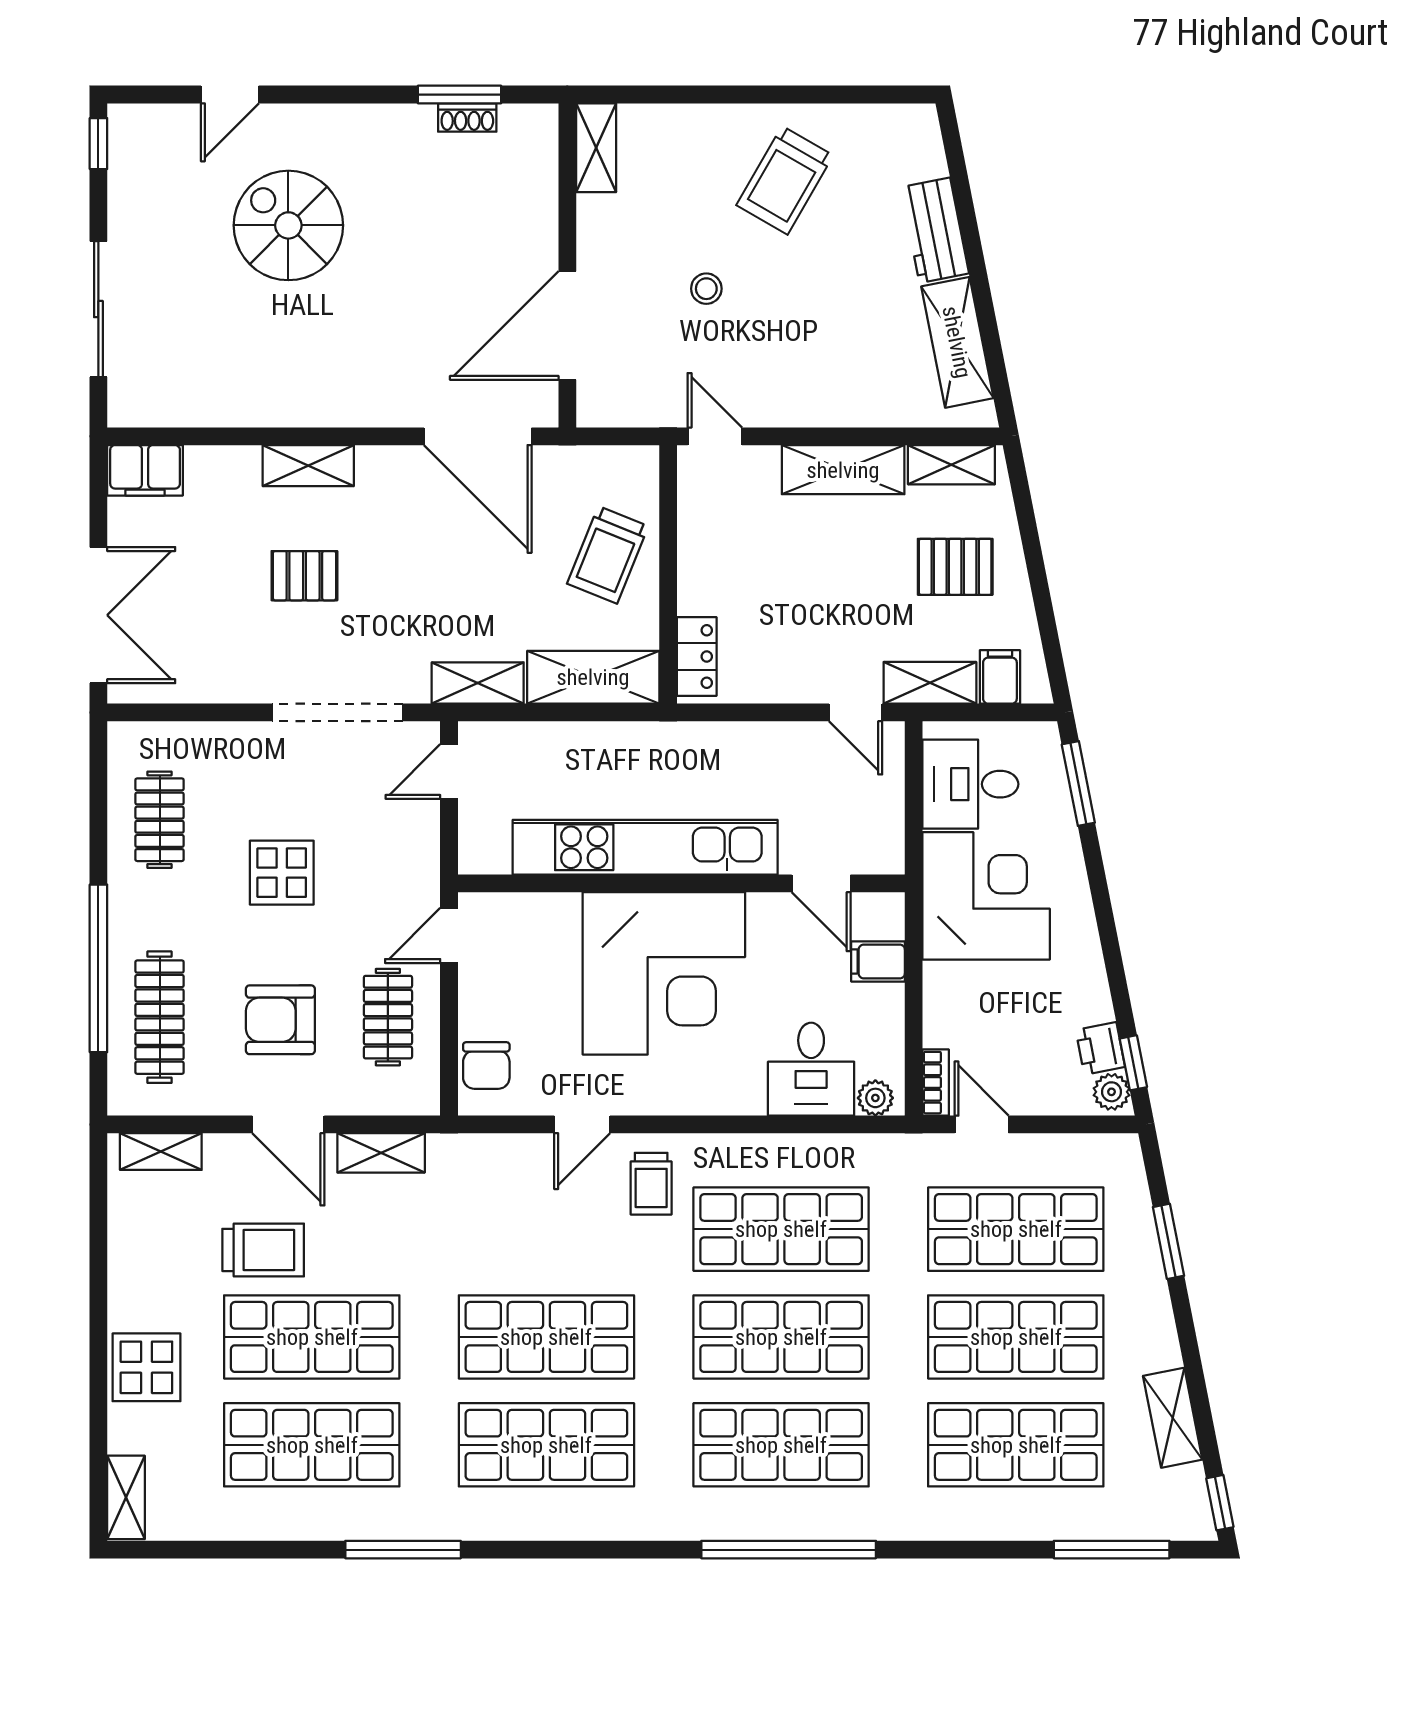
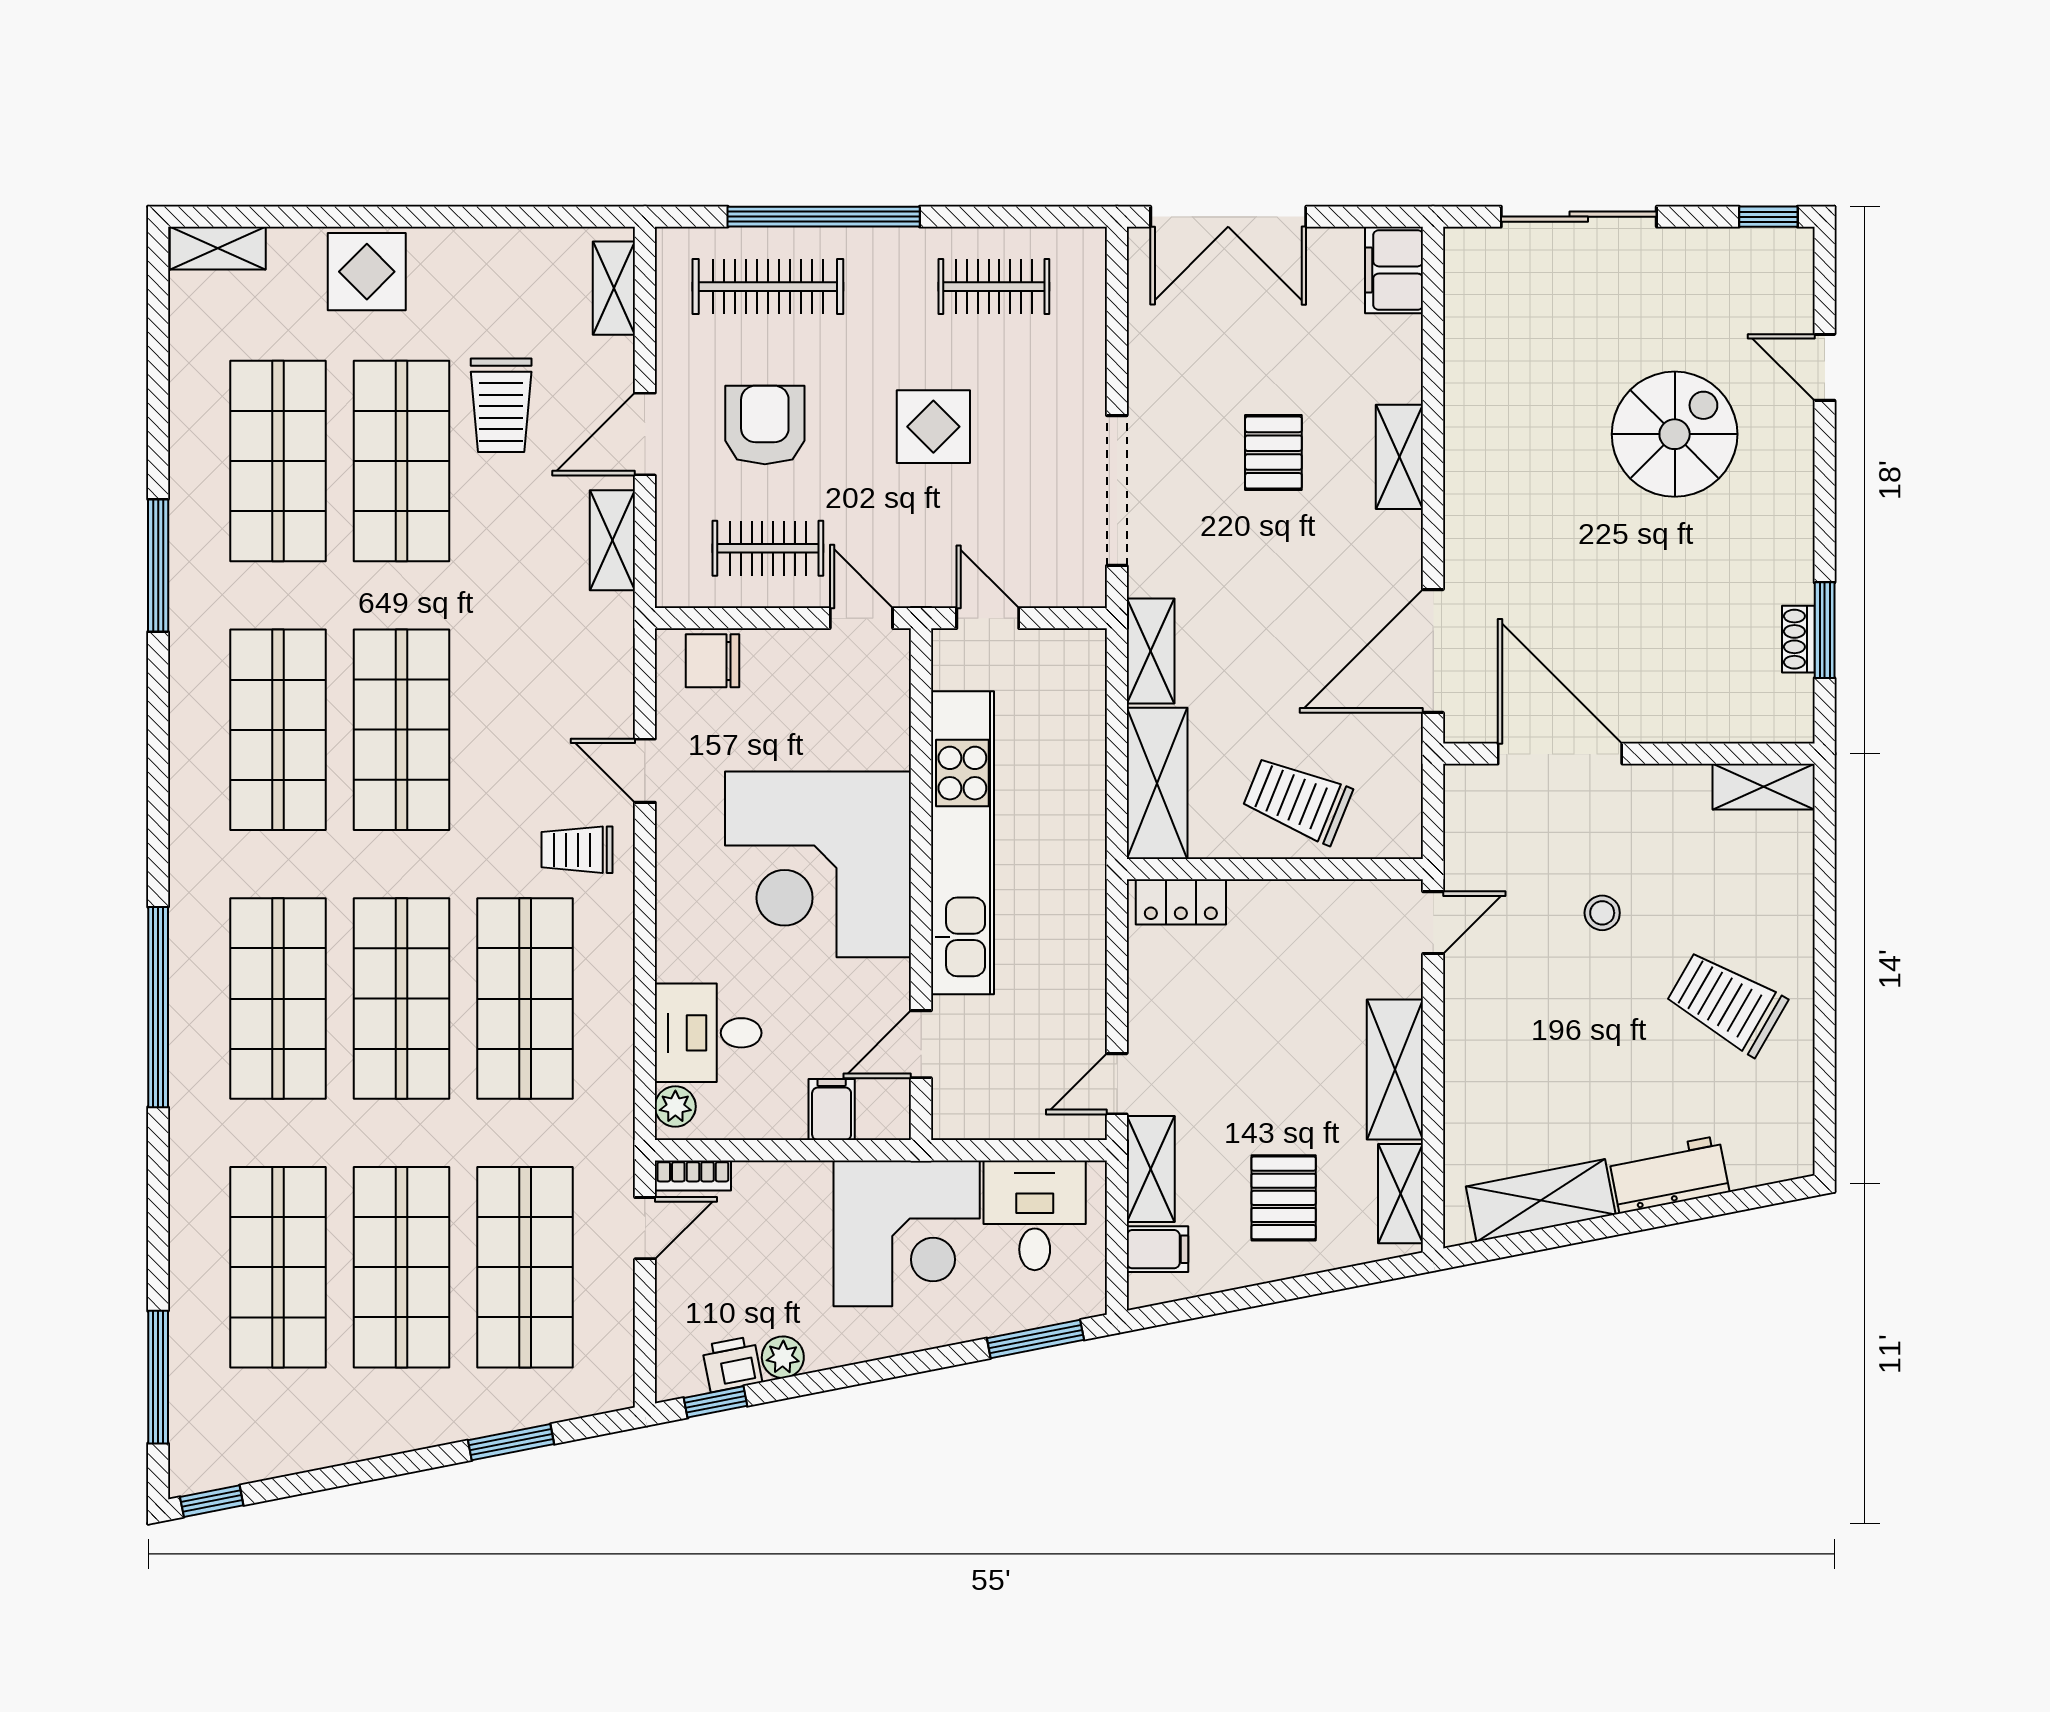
door: (449, 772) -> (988, 618), moved
plant: (1111, 1092) -> (783, 1357), moved
shelving: (1173, 1418) -> (309, 1447), removed

